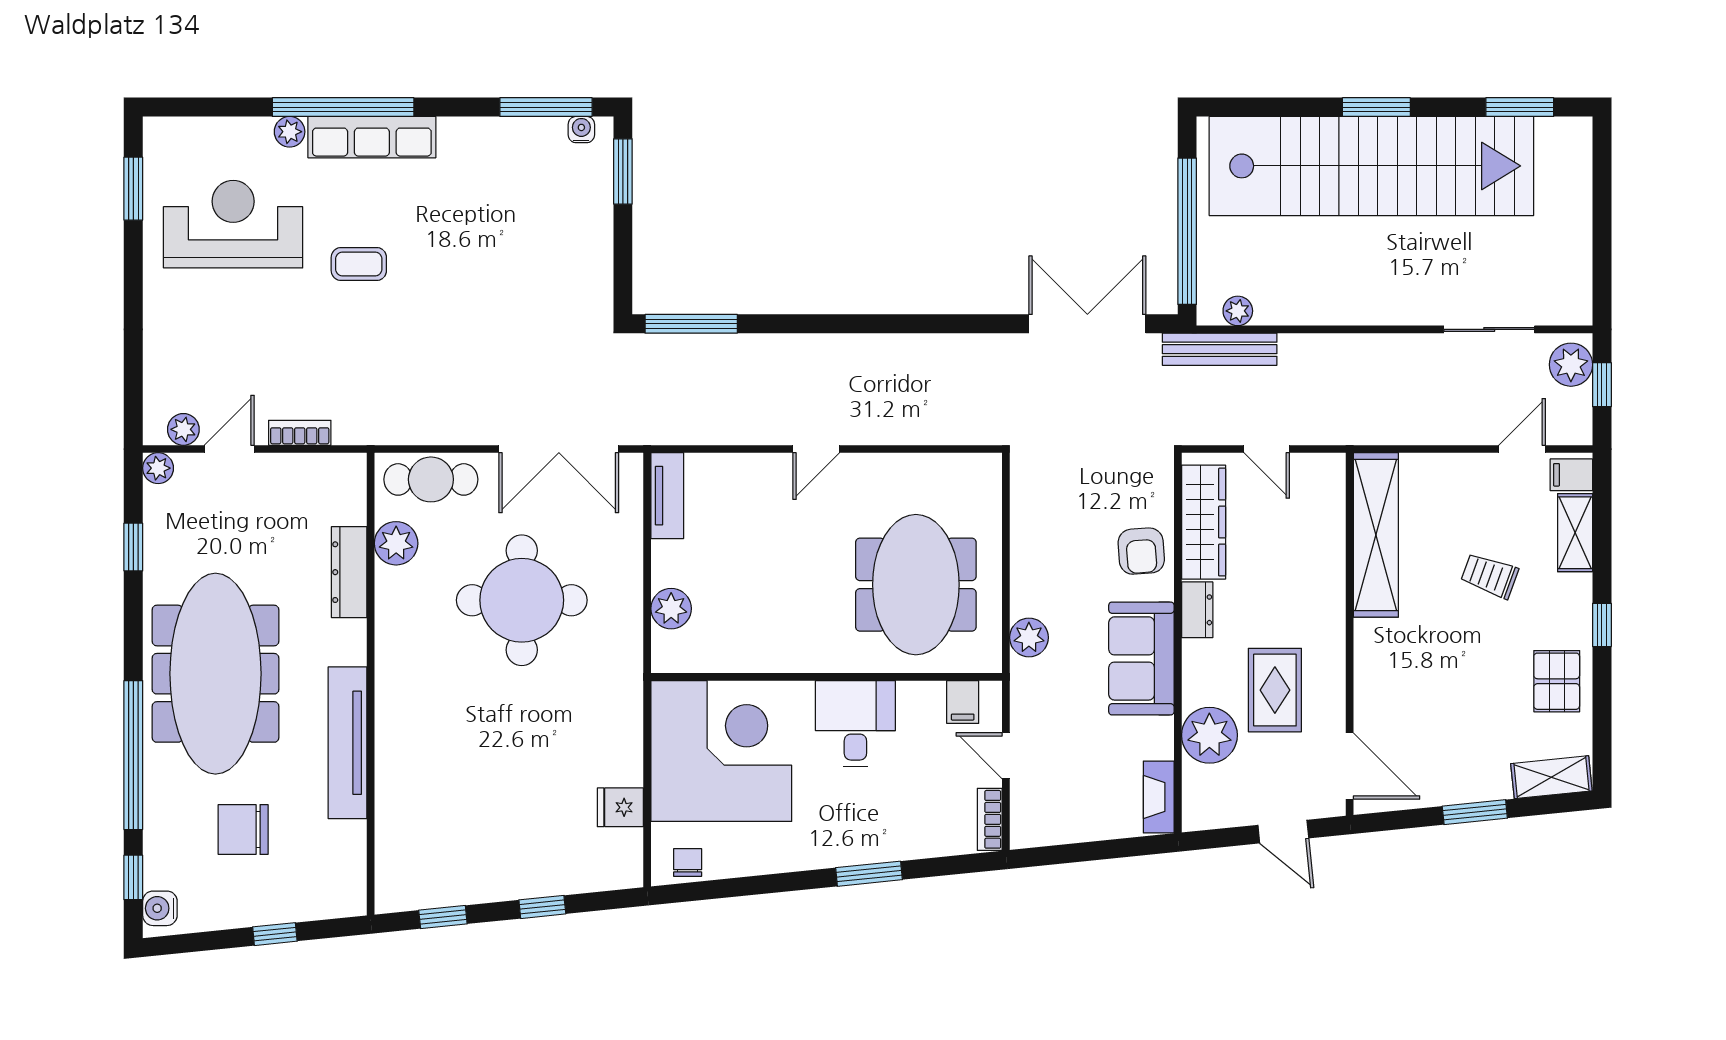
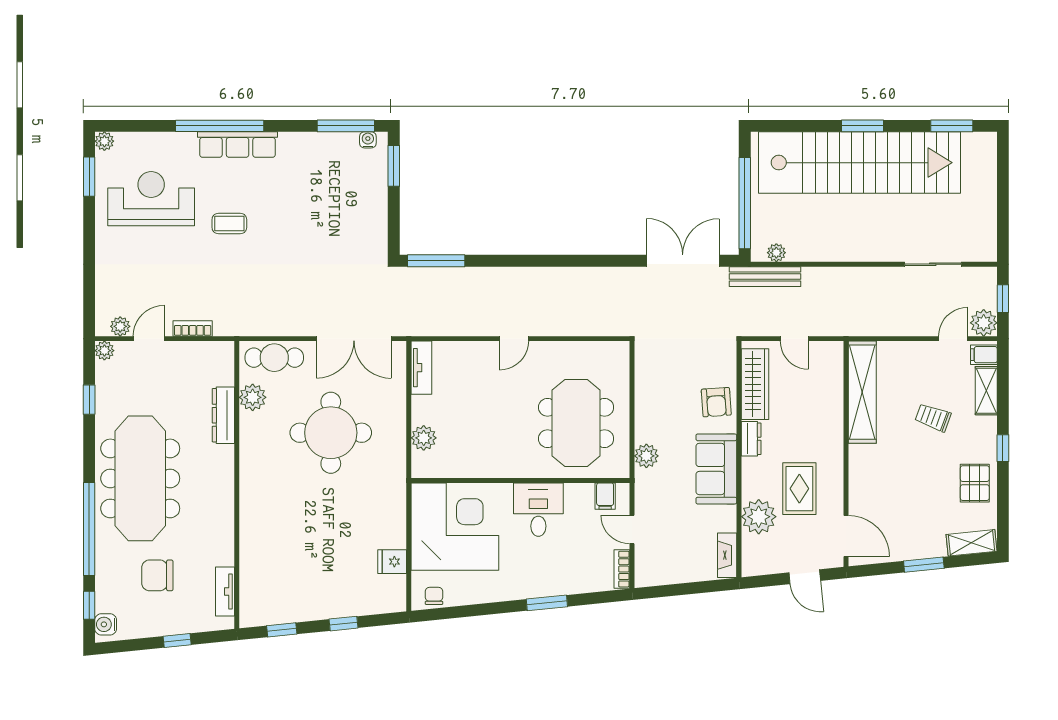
plant: (290, 132) -> (104, 141), moved
plant: (1571, 365) -> (984, 323), moved
tv unit: (347, 743) -> (225, 592), moved, width x0.52, depth x0.78

